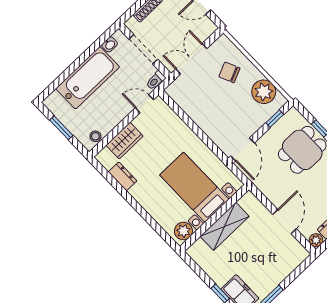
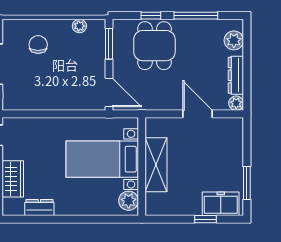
chair: (229, 72) -> (38, 45), turned 114
plant: (264, 92) -> (79, 26), width x0.53, depth x0.53
window: (275, 119) -> (109, 44), width x1.50

